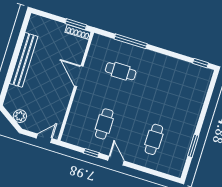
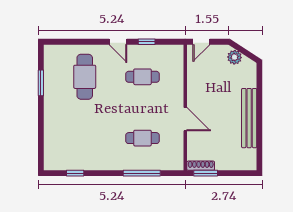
window: (200, 63) -> (75, 173), moved
cafe table: (104, 124) -> (142, 77), turned 90
cafe table: (154, 139) -> (85, 77), width x1.37, depth x1.35

